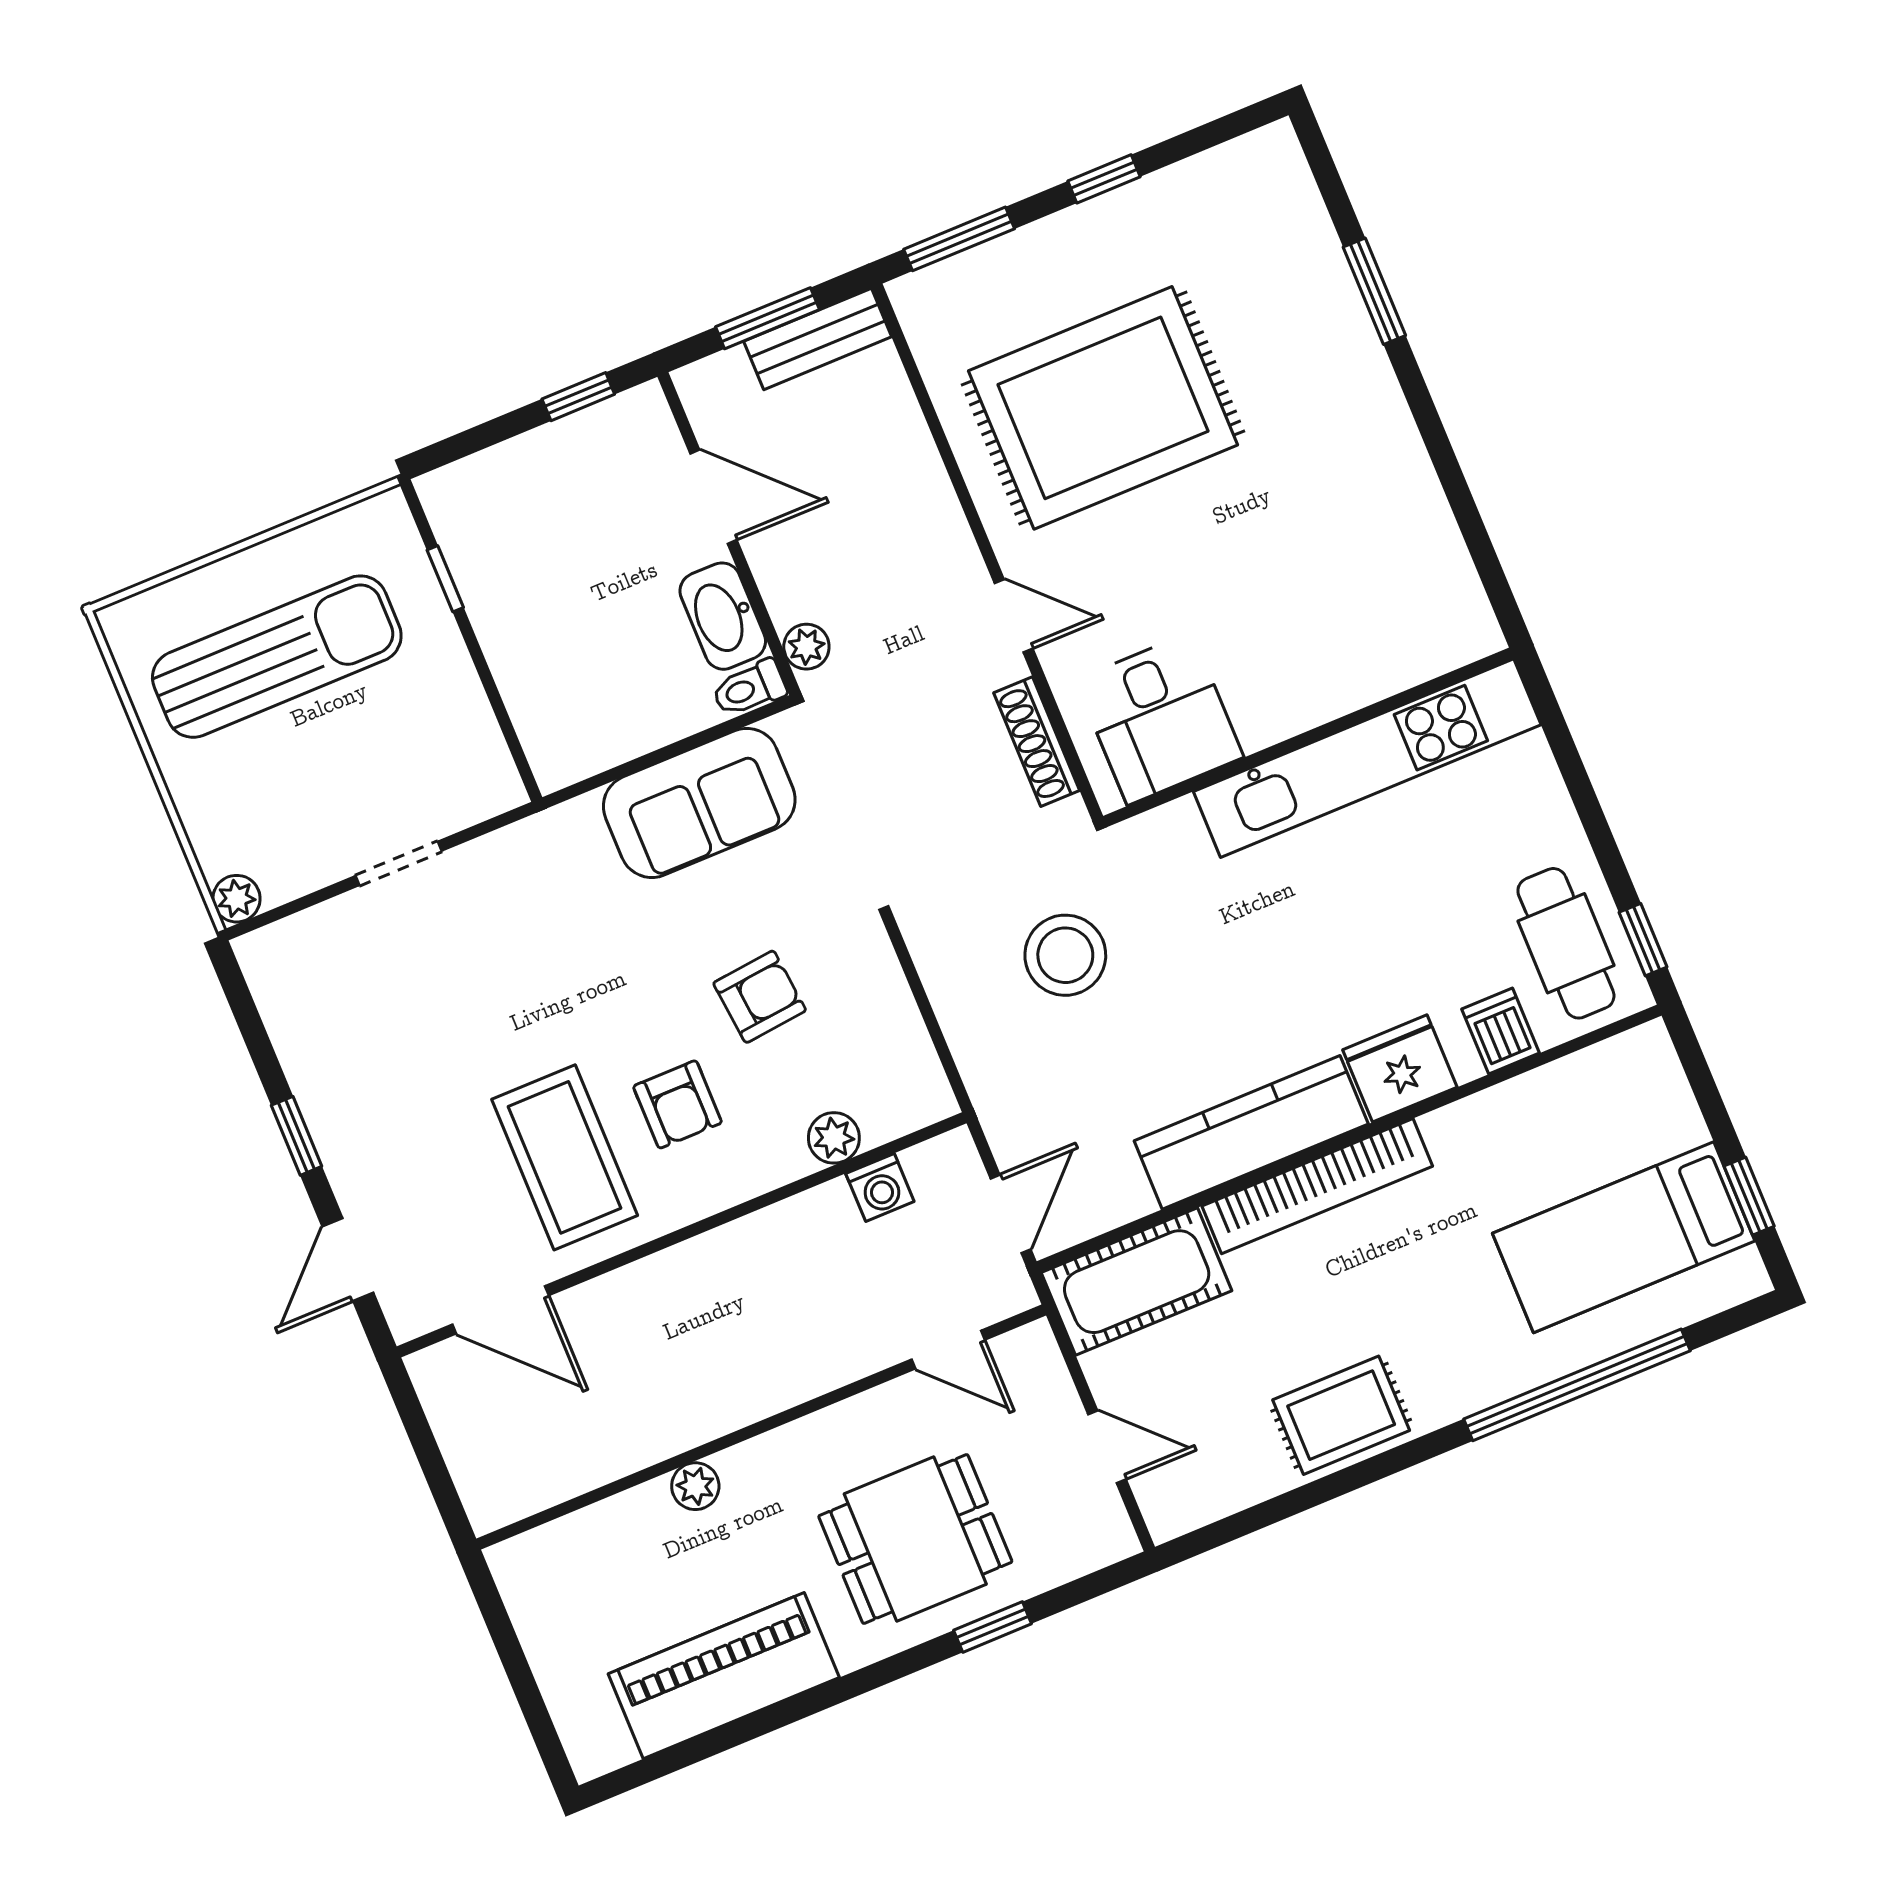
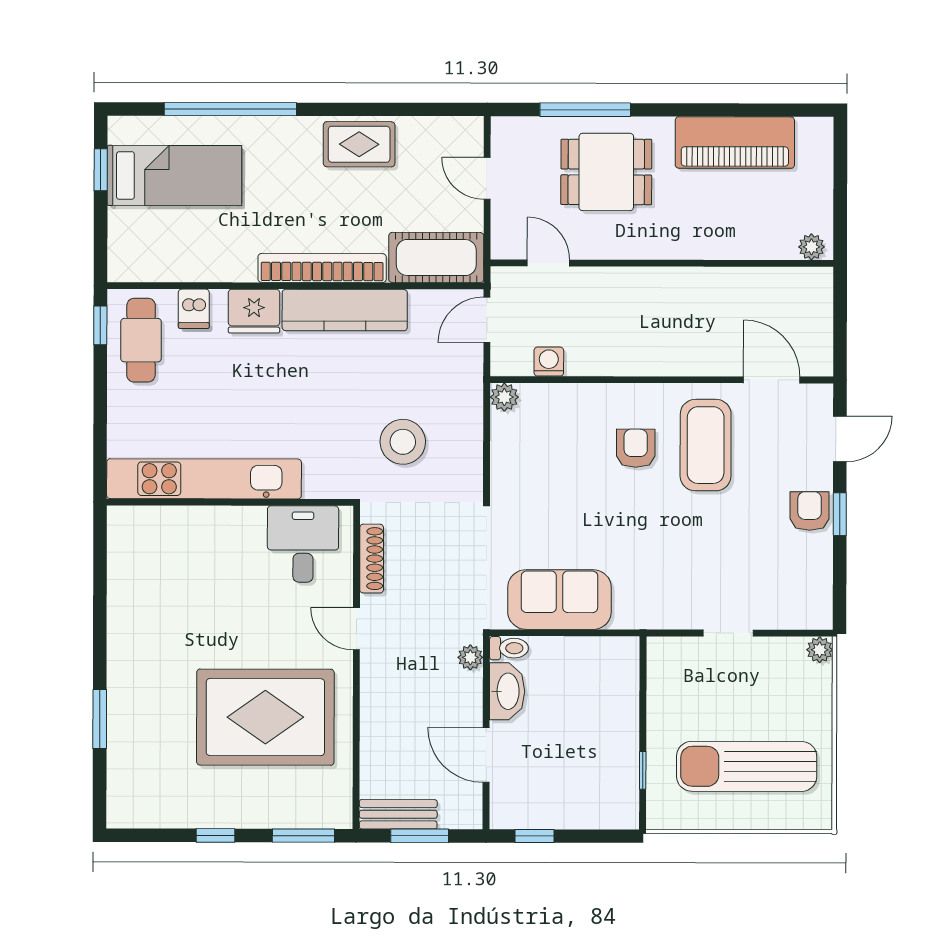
armchair: (760, 997) -> (810, 511), moved, turned 96
plant: (834, 1138) -> (504, 397), moved
plant: (695, 1486) -> (811, 247), moved
window: (993, 1627) -> (585, 110), width x2.17

